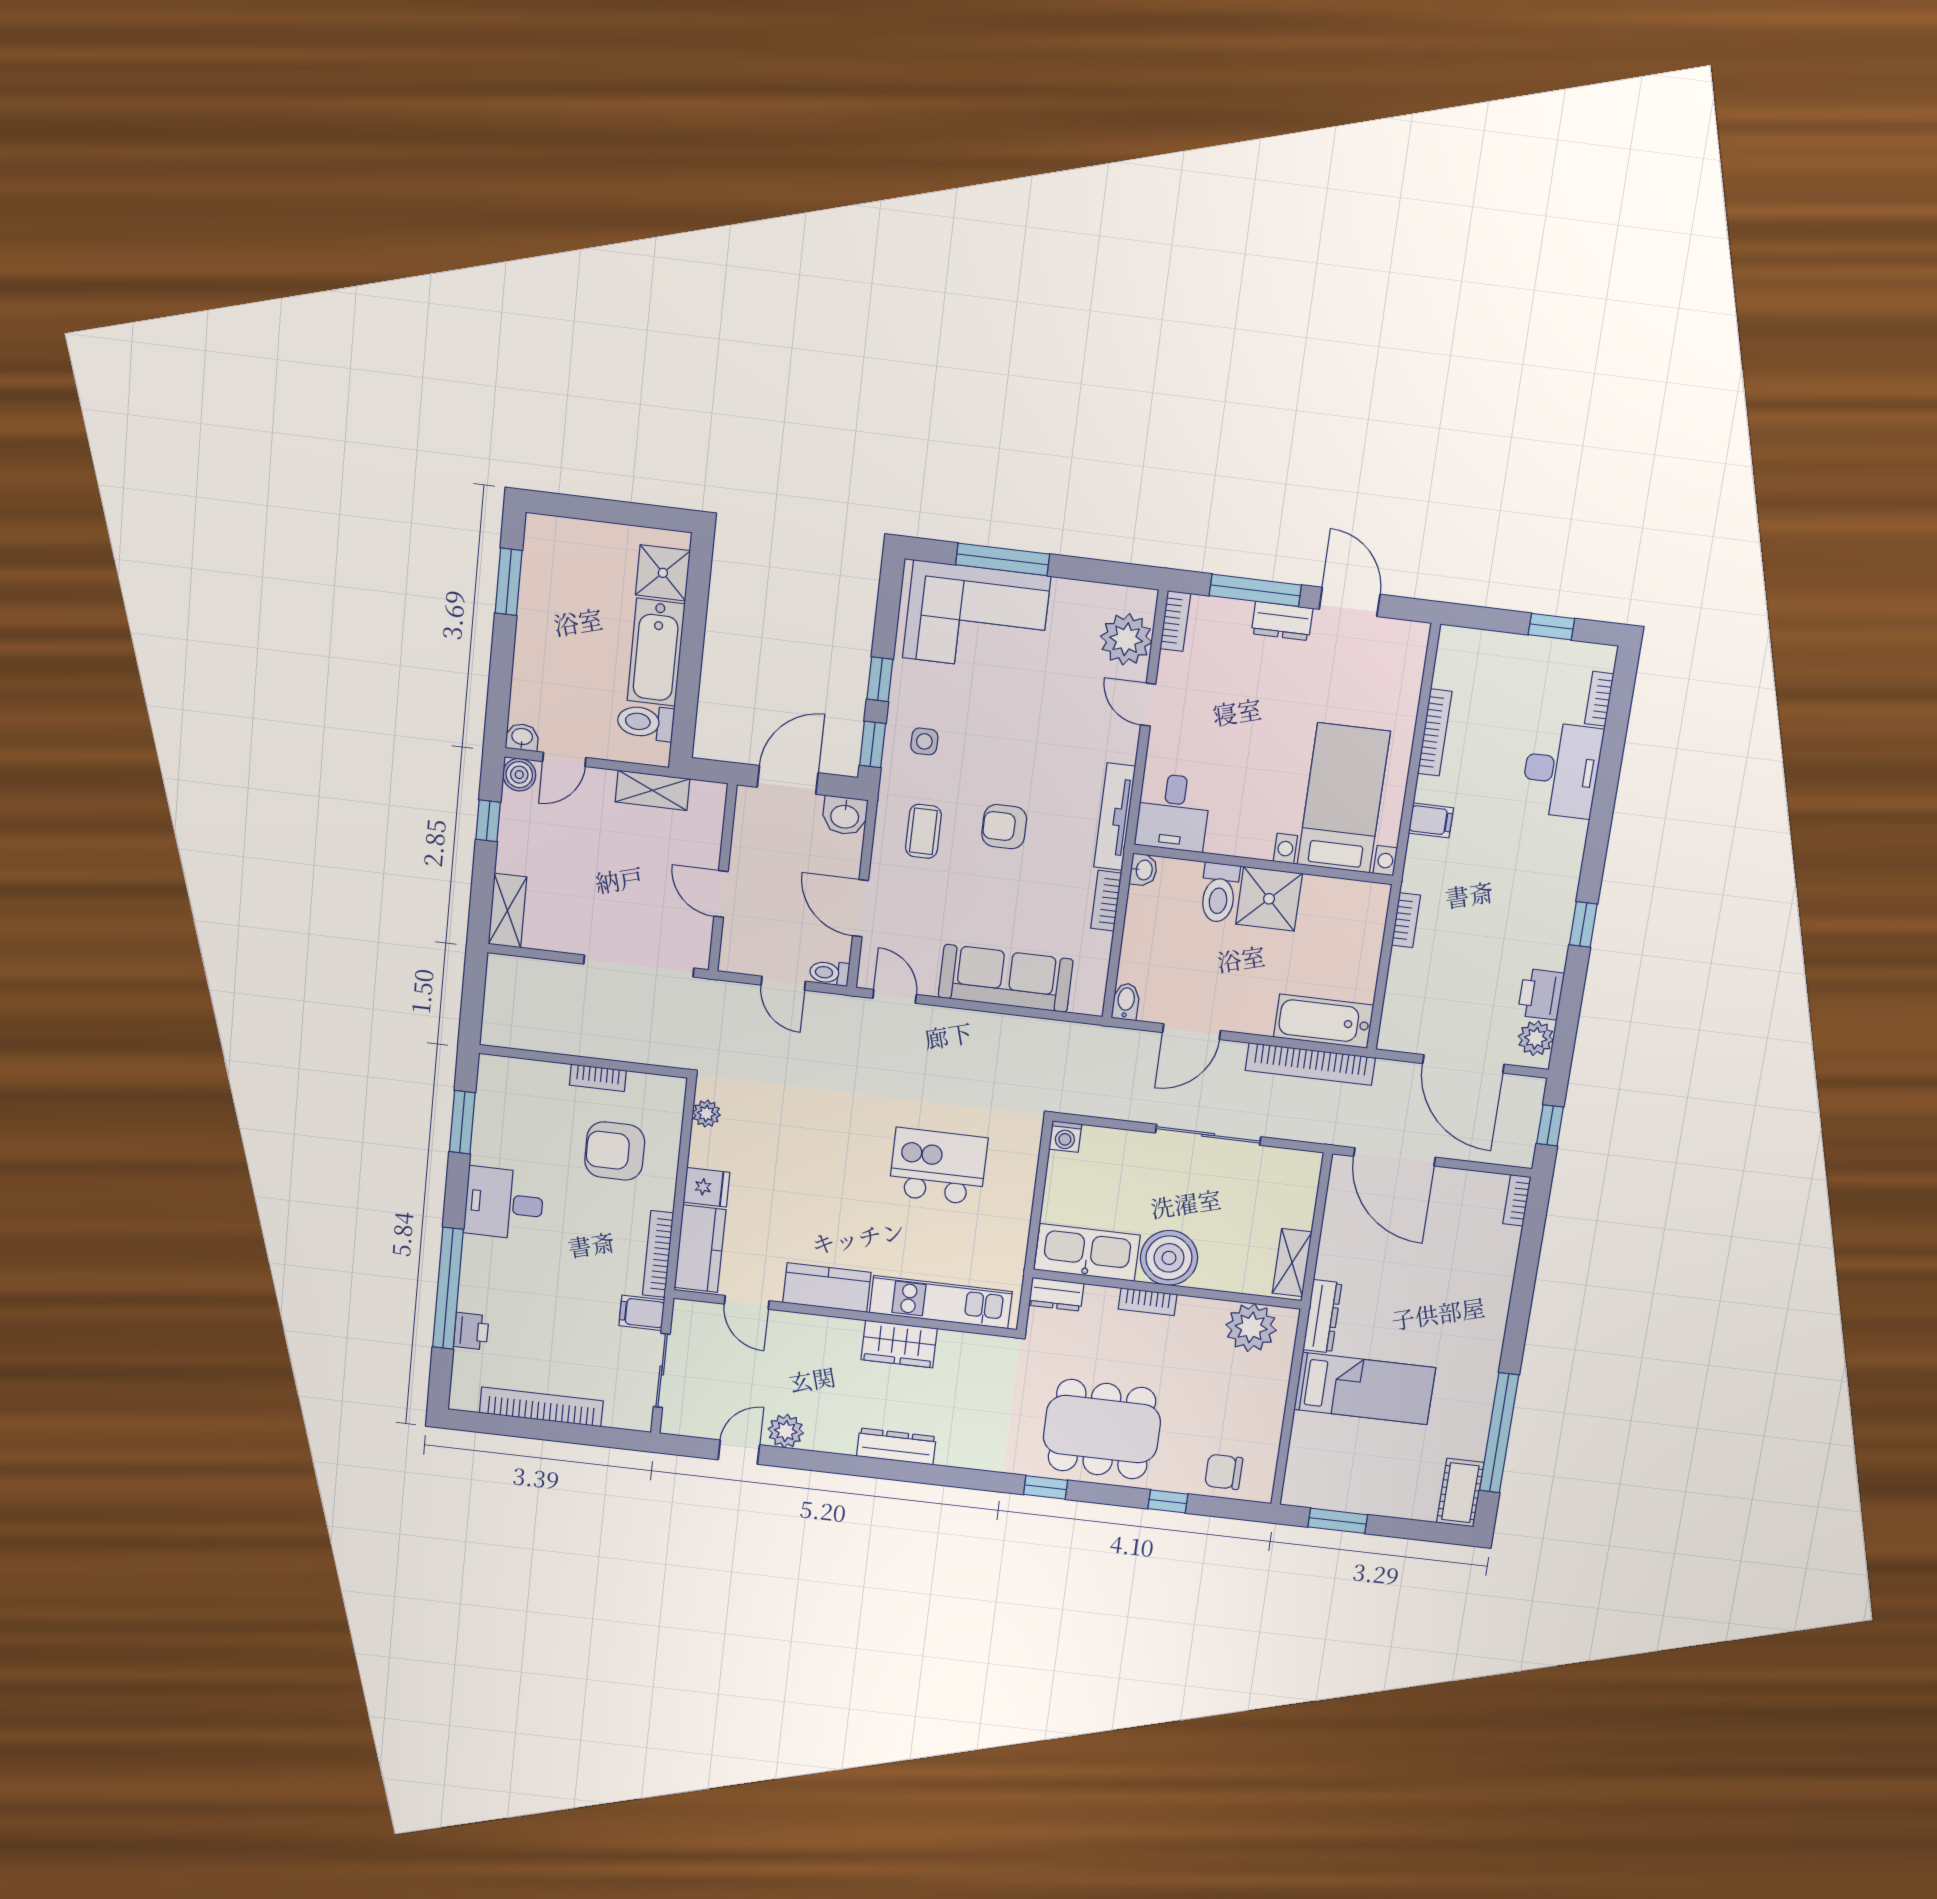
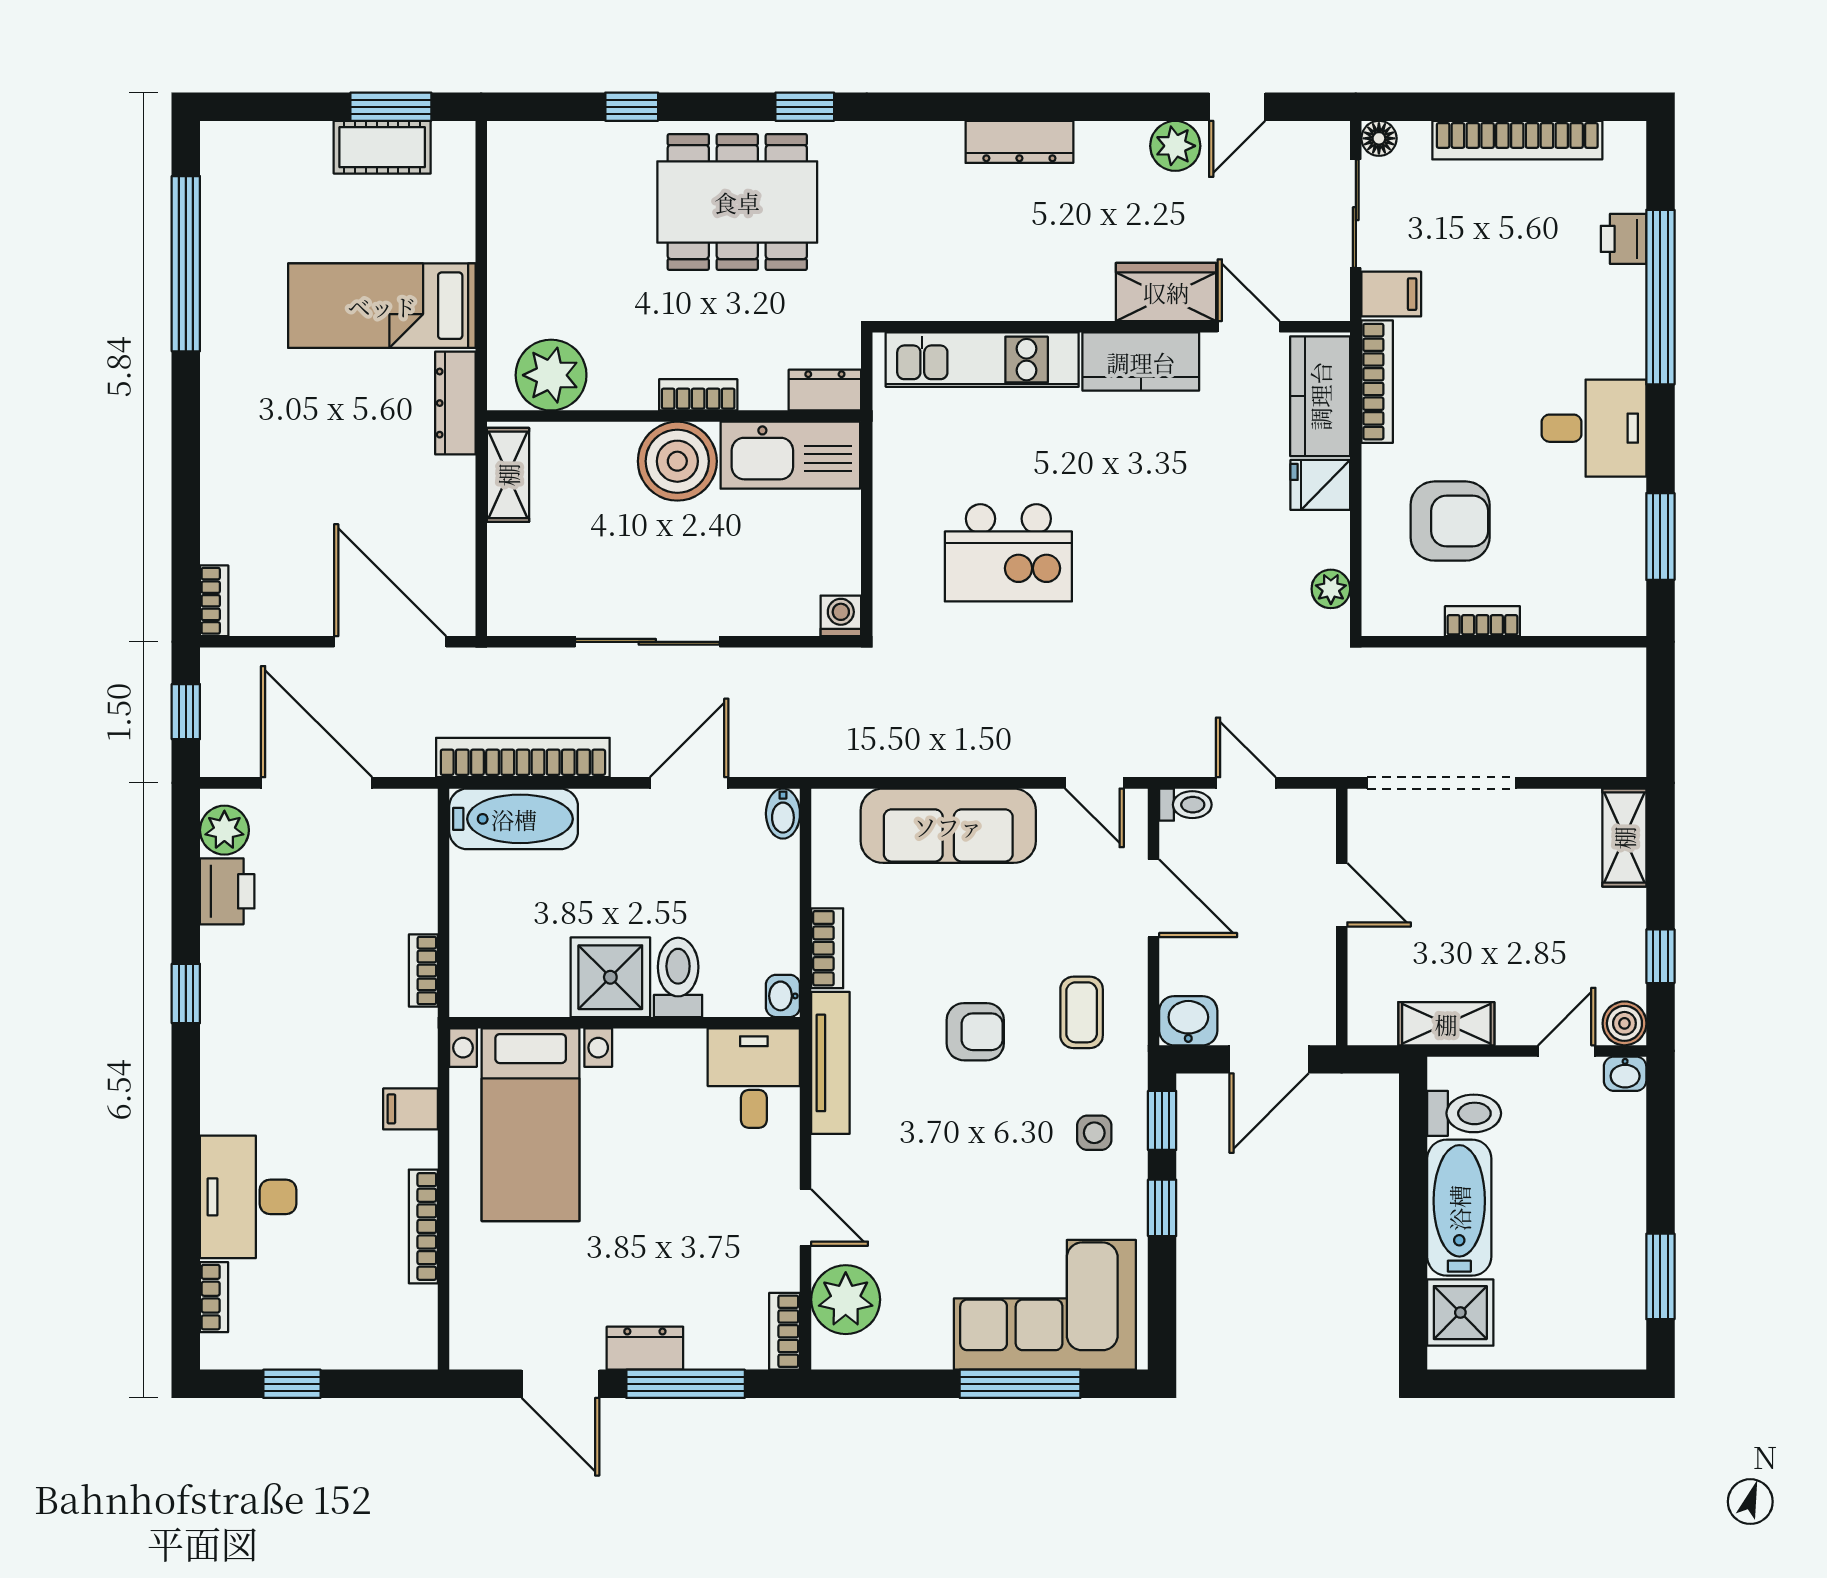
wardrobe: (899, 1344) -> (1166, 292), moved
floor lamp: (640, 1419) -> (1379, 138), added
chair: (1224, 1472) -> (560, 160), removed
cot: (1460, 1493) -> (382, 147), moved, turned 90

